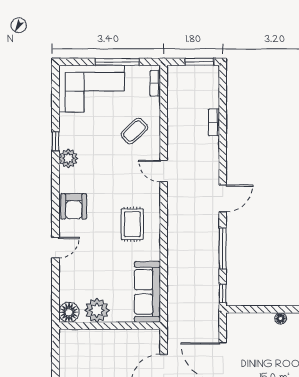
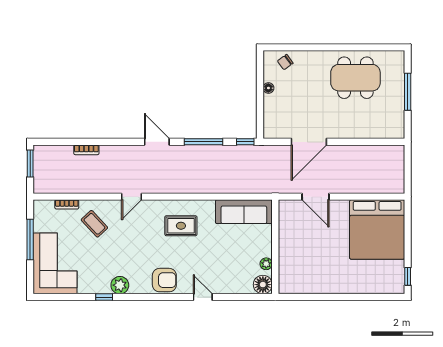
bookcase: (155, 83) -> (67, 204), moved
plant: (97, 310) -> (266, 264), width x0.53, depth x0.53

